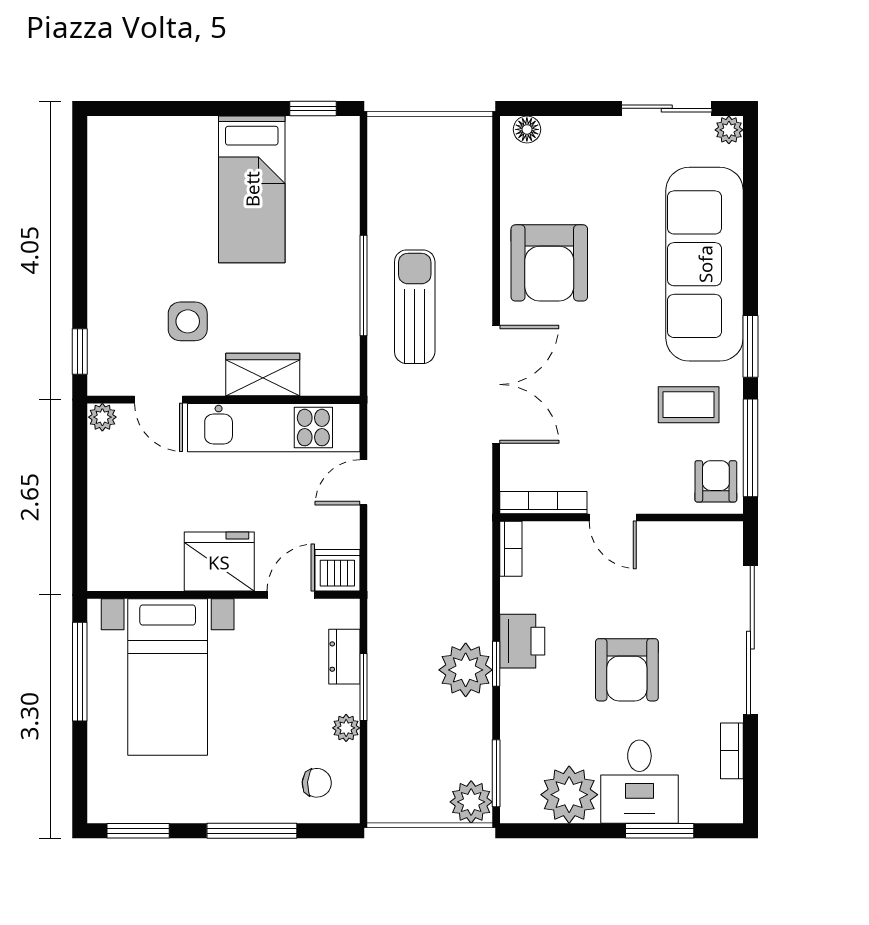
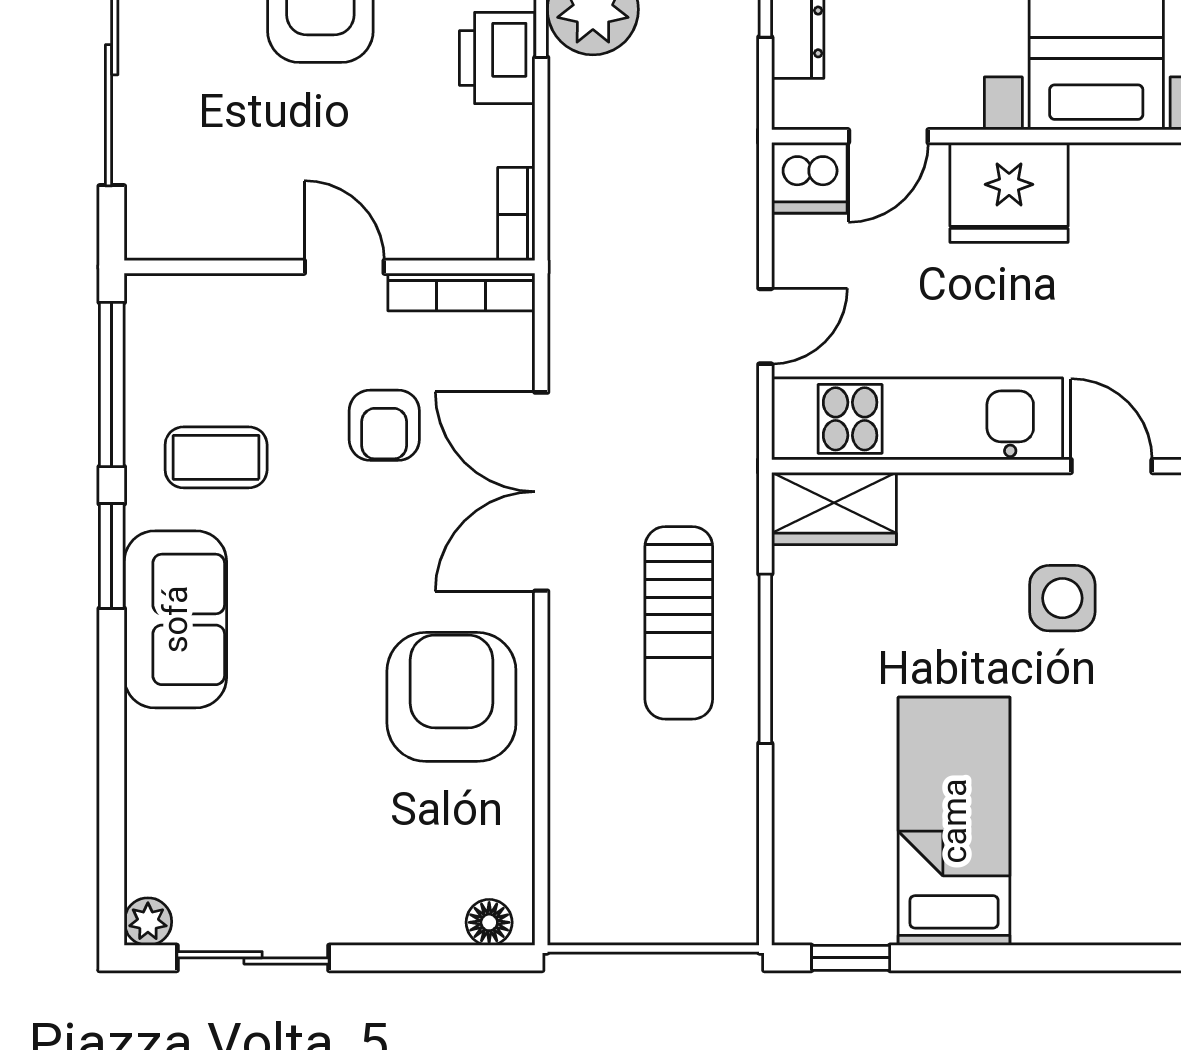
sofa: (705, 264) -> (175, 619), width x0.54, depth x0.79
wardrobe: (263, 374) -> (834, 508), moved
armchair: (716, 481) -> (384, 425), moved

